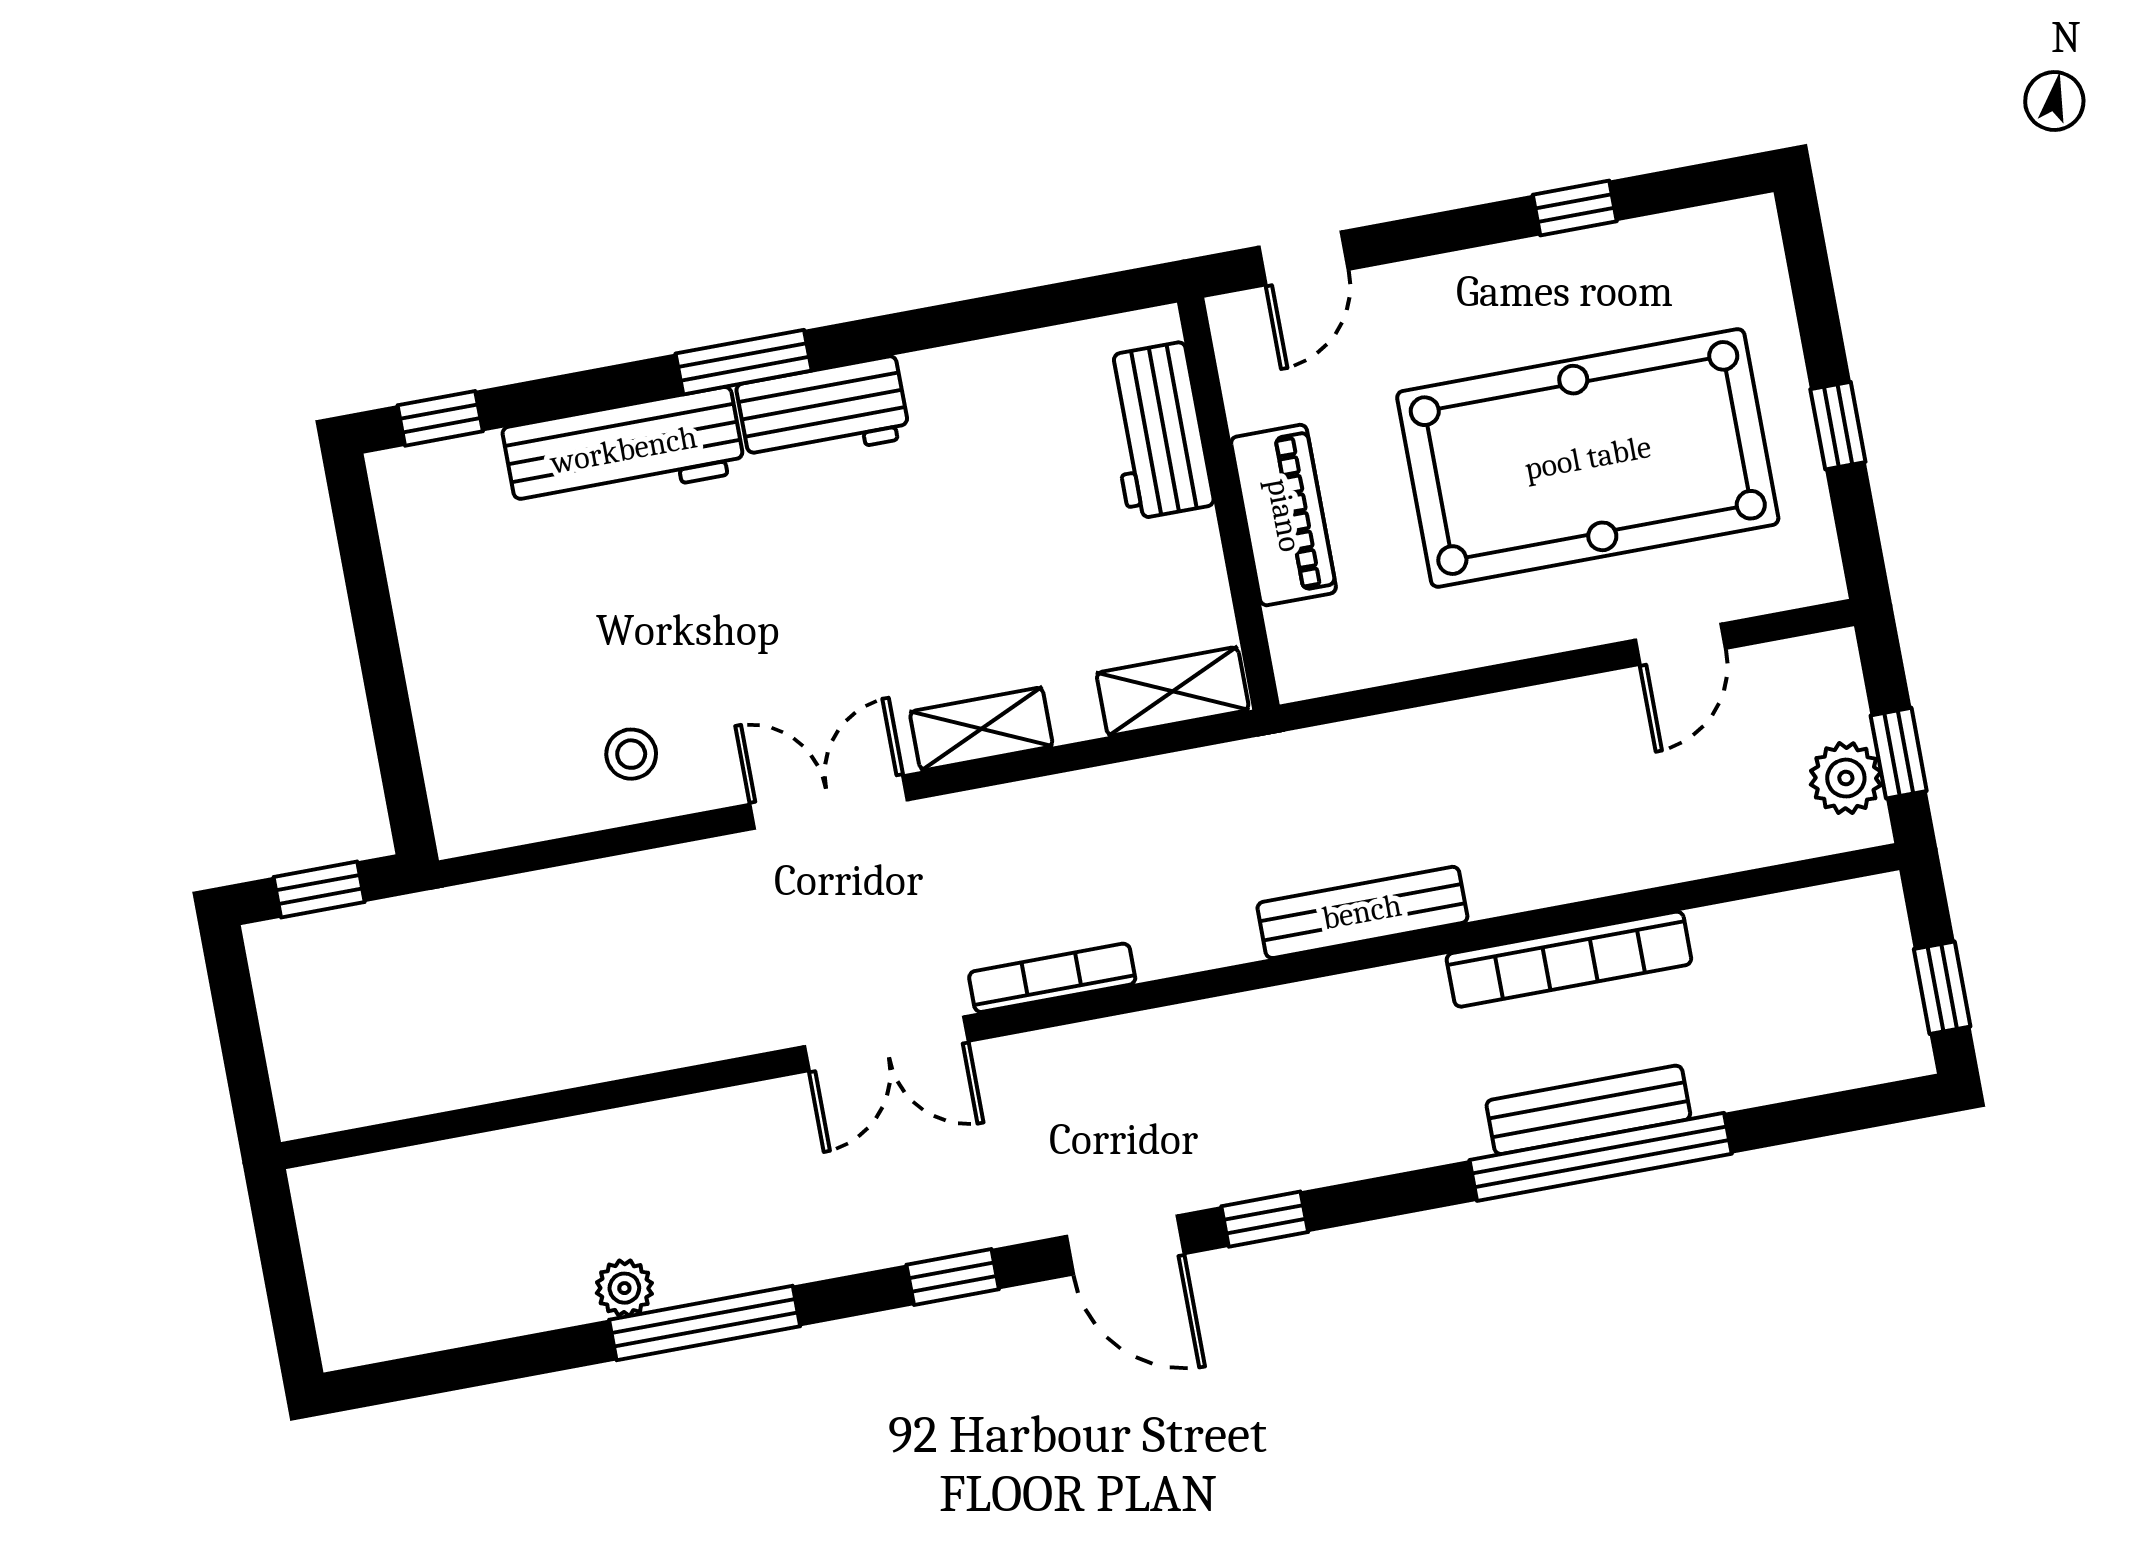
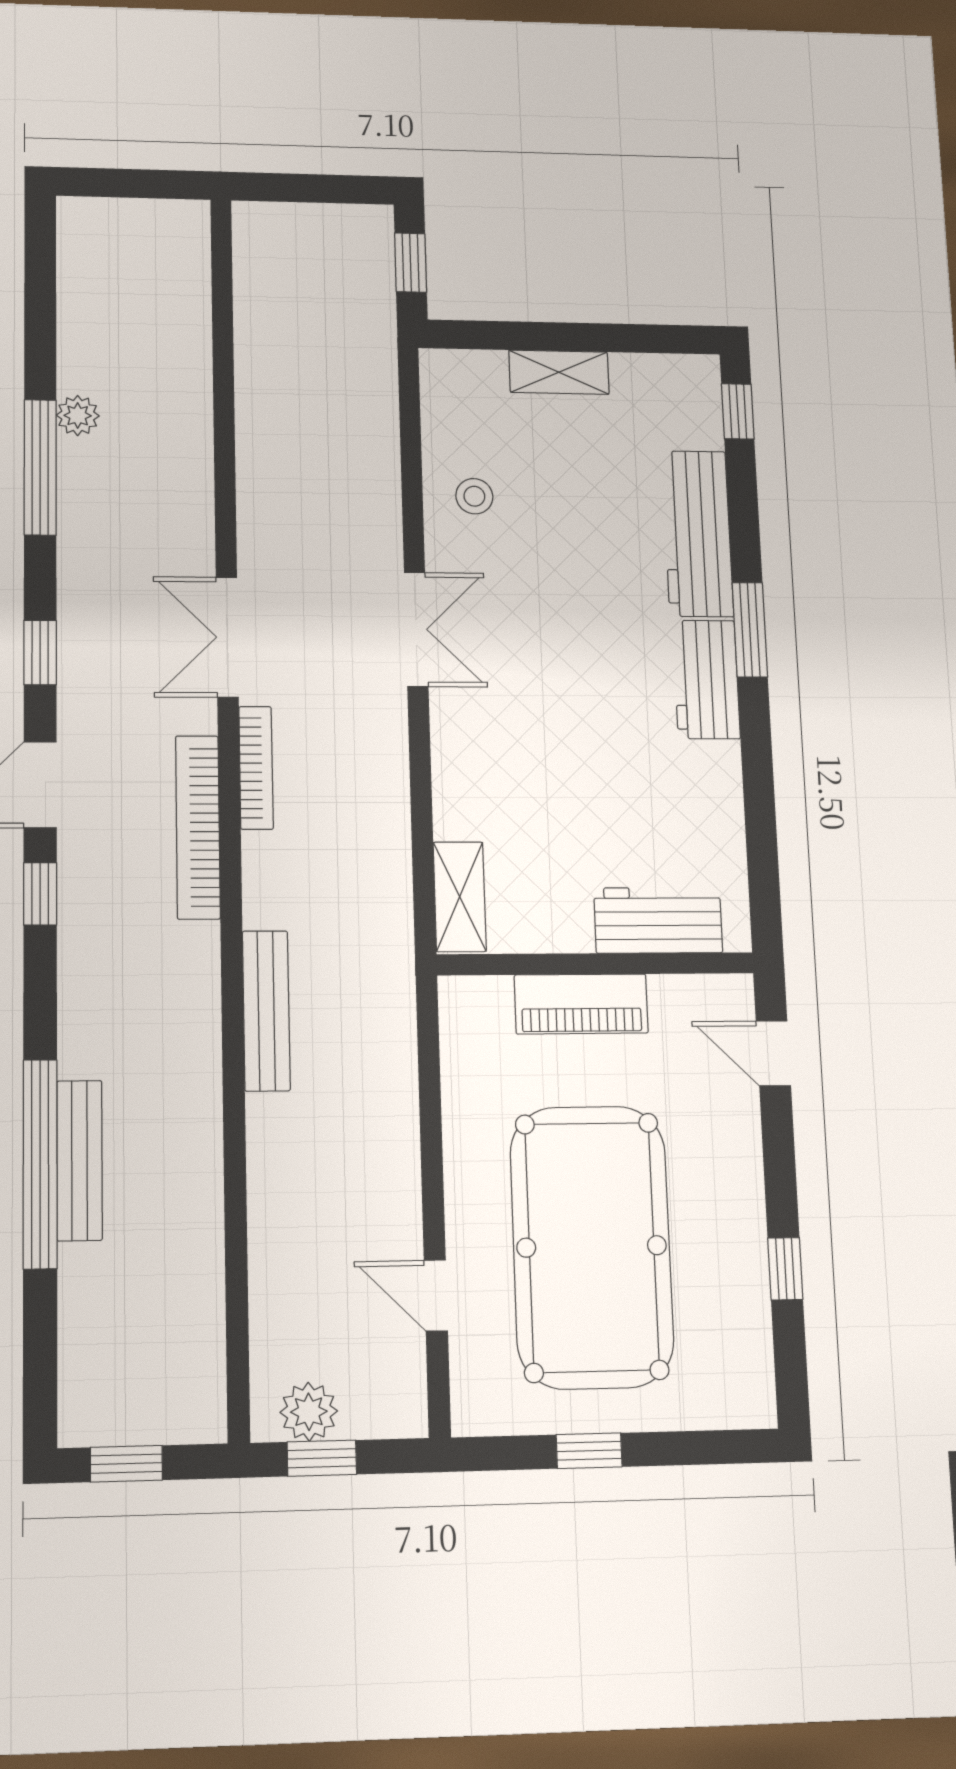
shelving: (981, 729) -> (559, 372), moved, turned 90
bookcase: (1569, 959) -> (198, 827), moved

